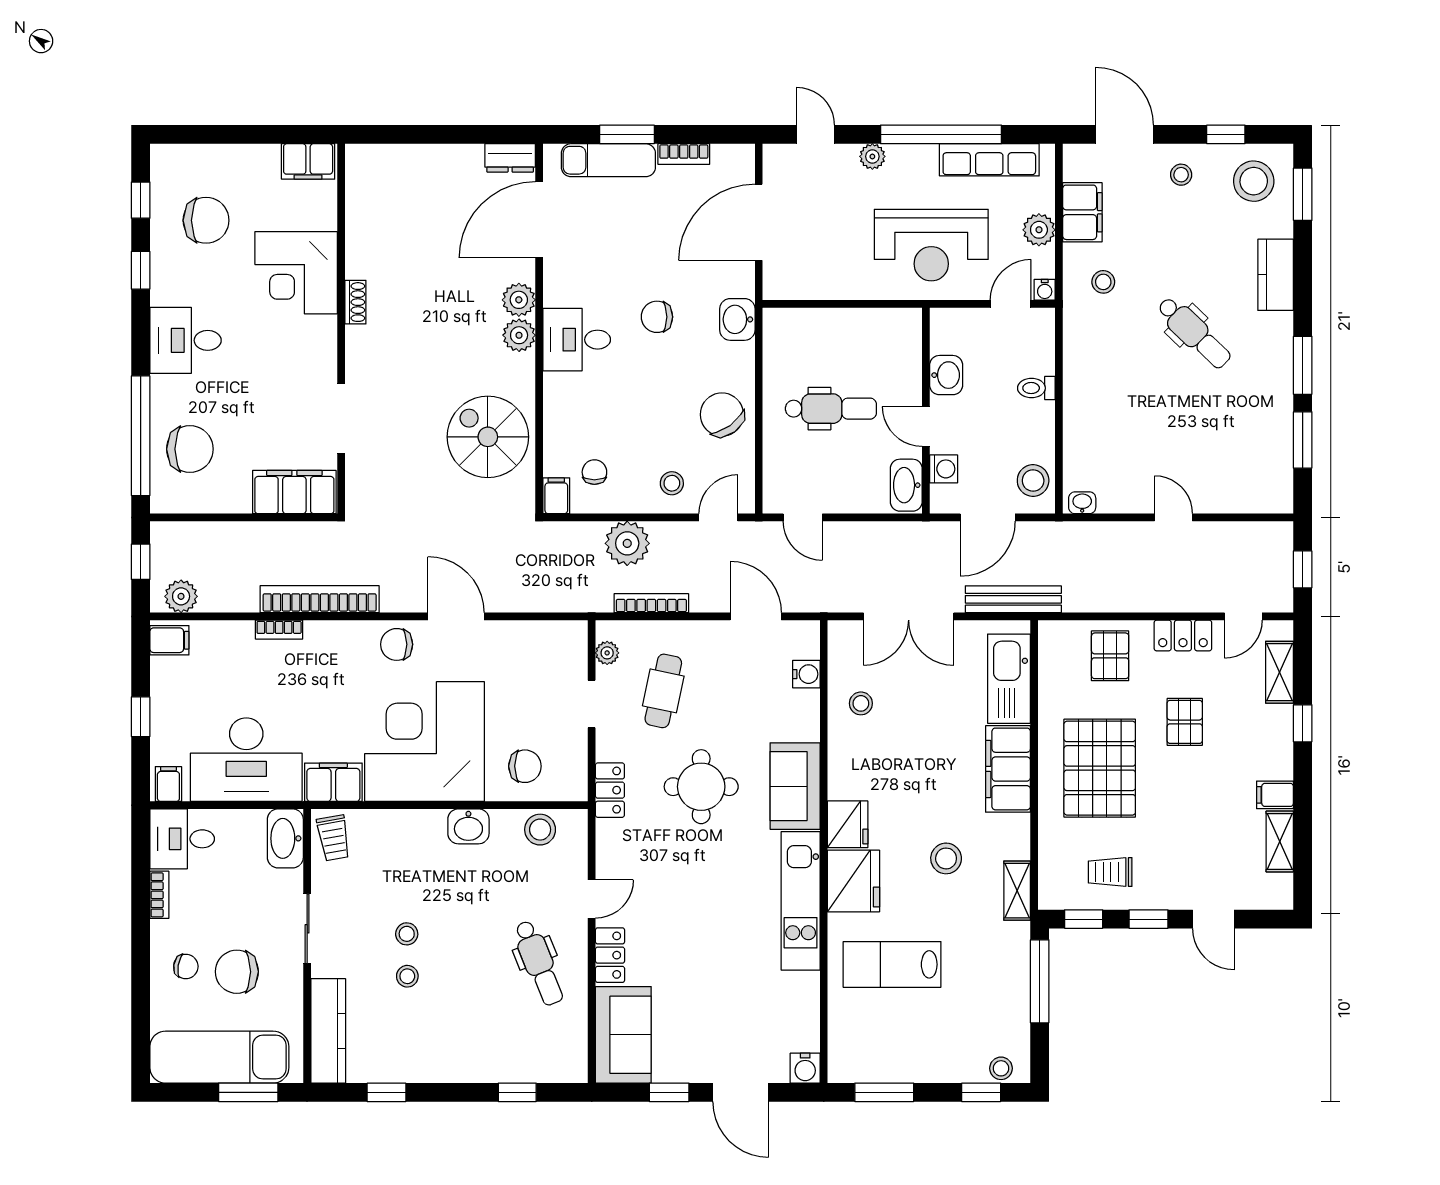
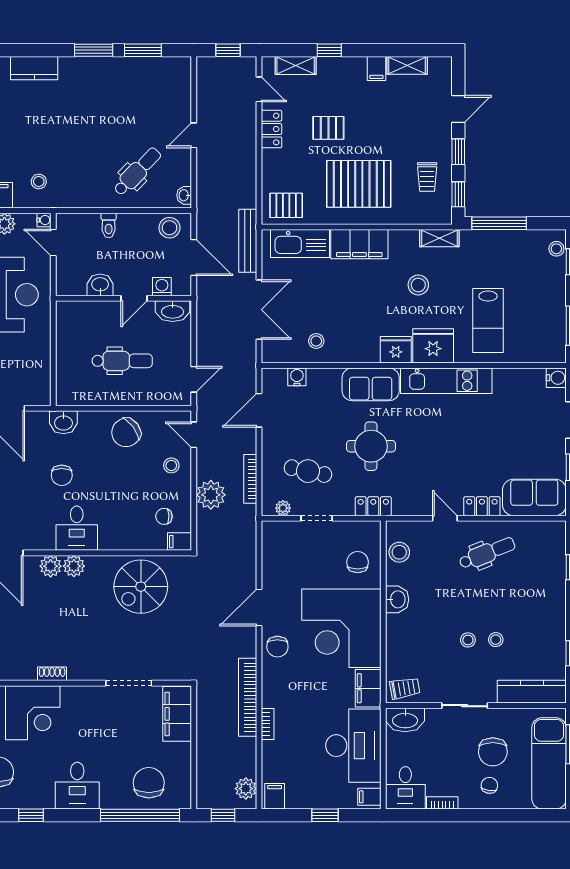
dental chair: (1194, 333) -> (137, 172), moved
dental chair: (831, 409) -> (122, 361), turned 90
pallet: (1110, 656) -> (286, 205), moved

